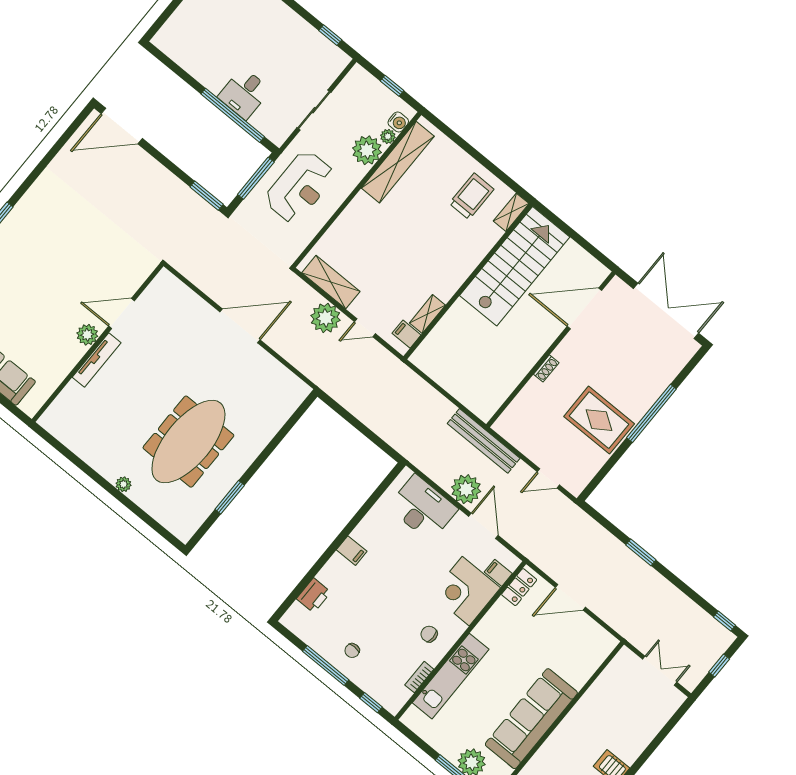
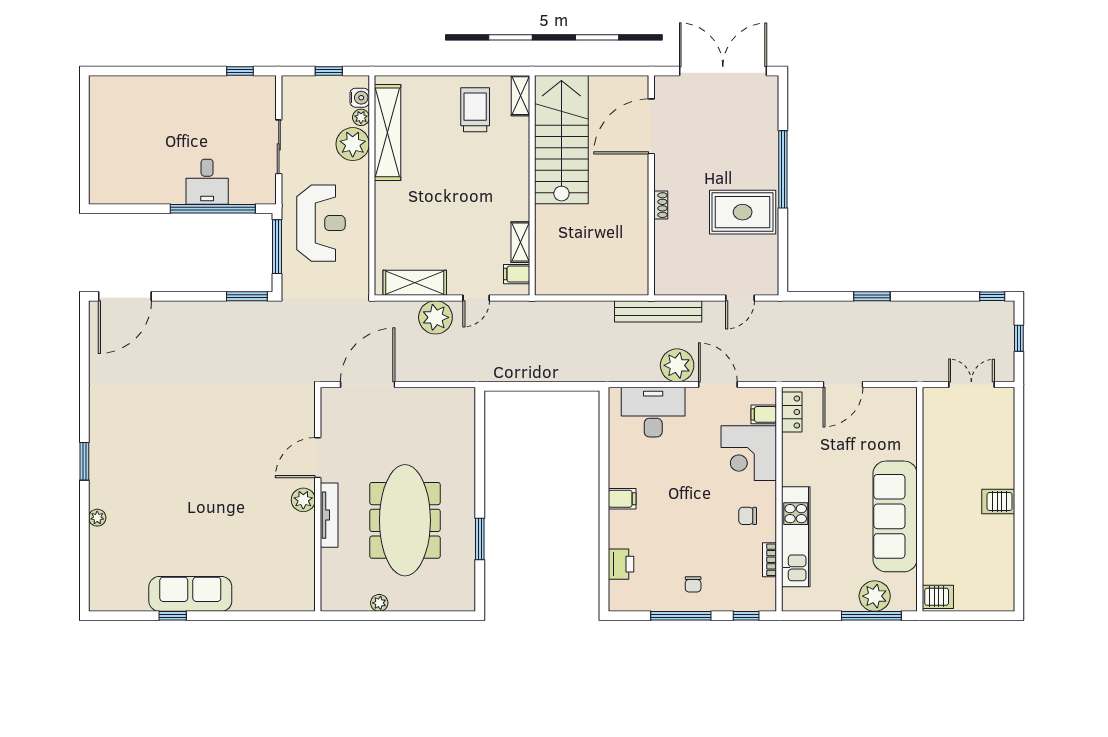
door: (122, 314) -> (318, 458), moved
plant: (87, 335) -> (303, 500), moved
wall: (98, 343) -> (318, 499), moved
tv unit: (97, 360) -> (329, 515), moved

